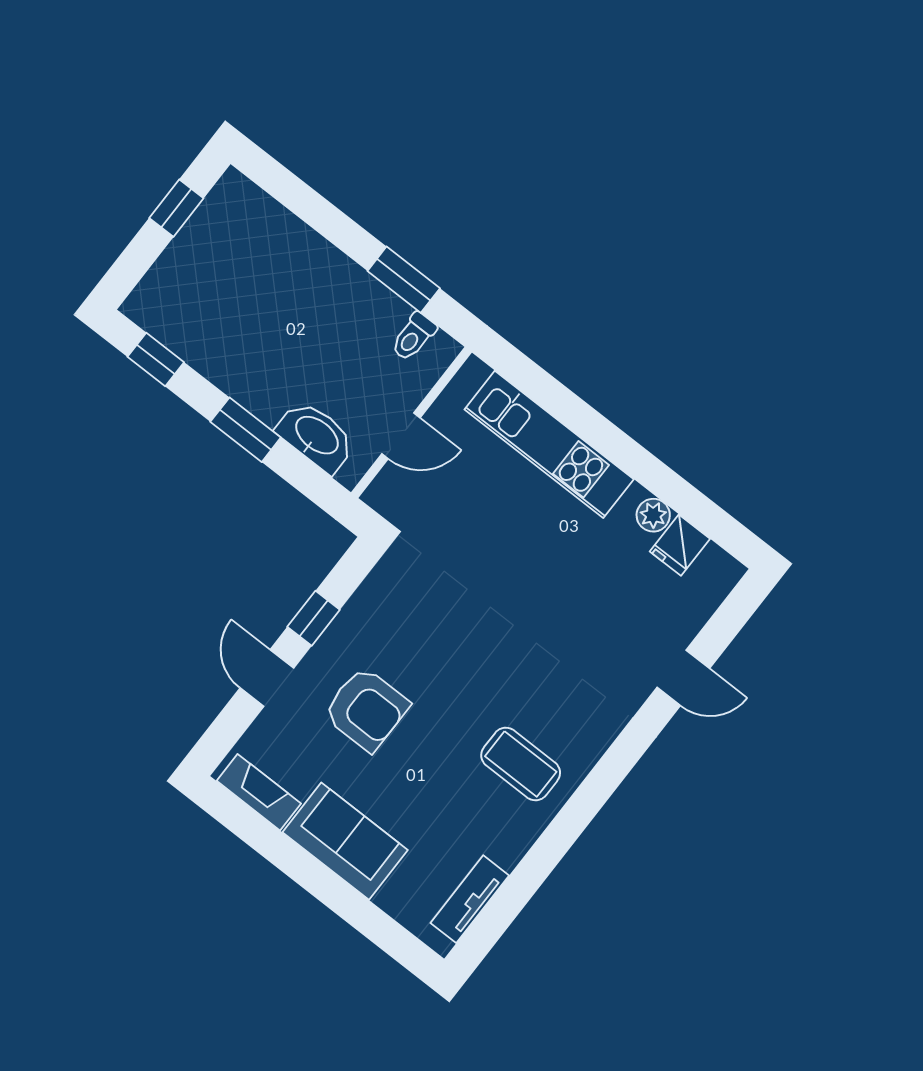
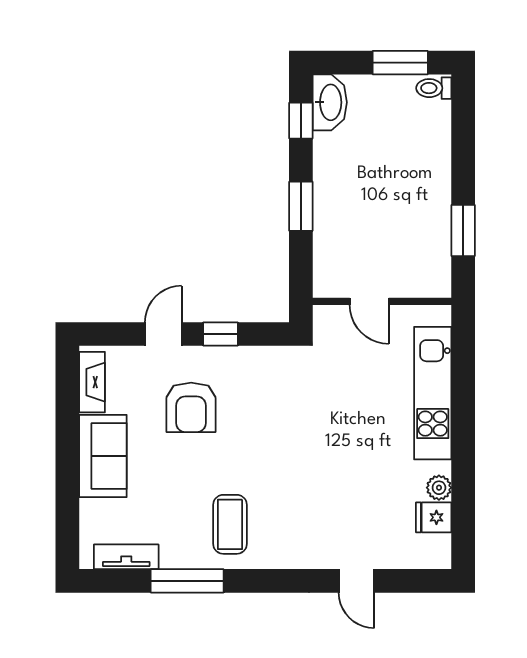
window: (176, 208) -> (400, 63), width x1.50
toilet: (413, 337) -> (434, 88), moved
washbasin: (316, 436) -> (330, 102), moved
window: (545, 855) -> (187, 581), added

